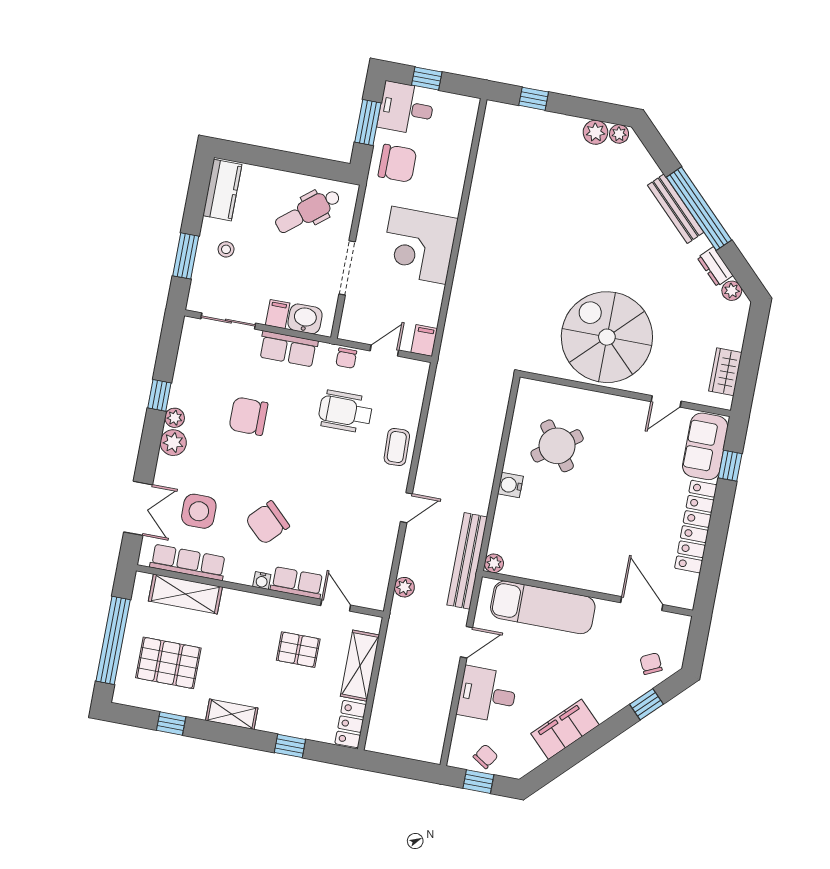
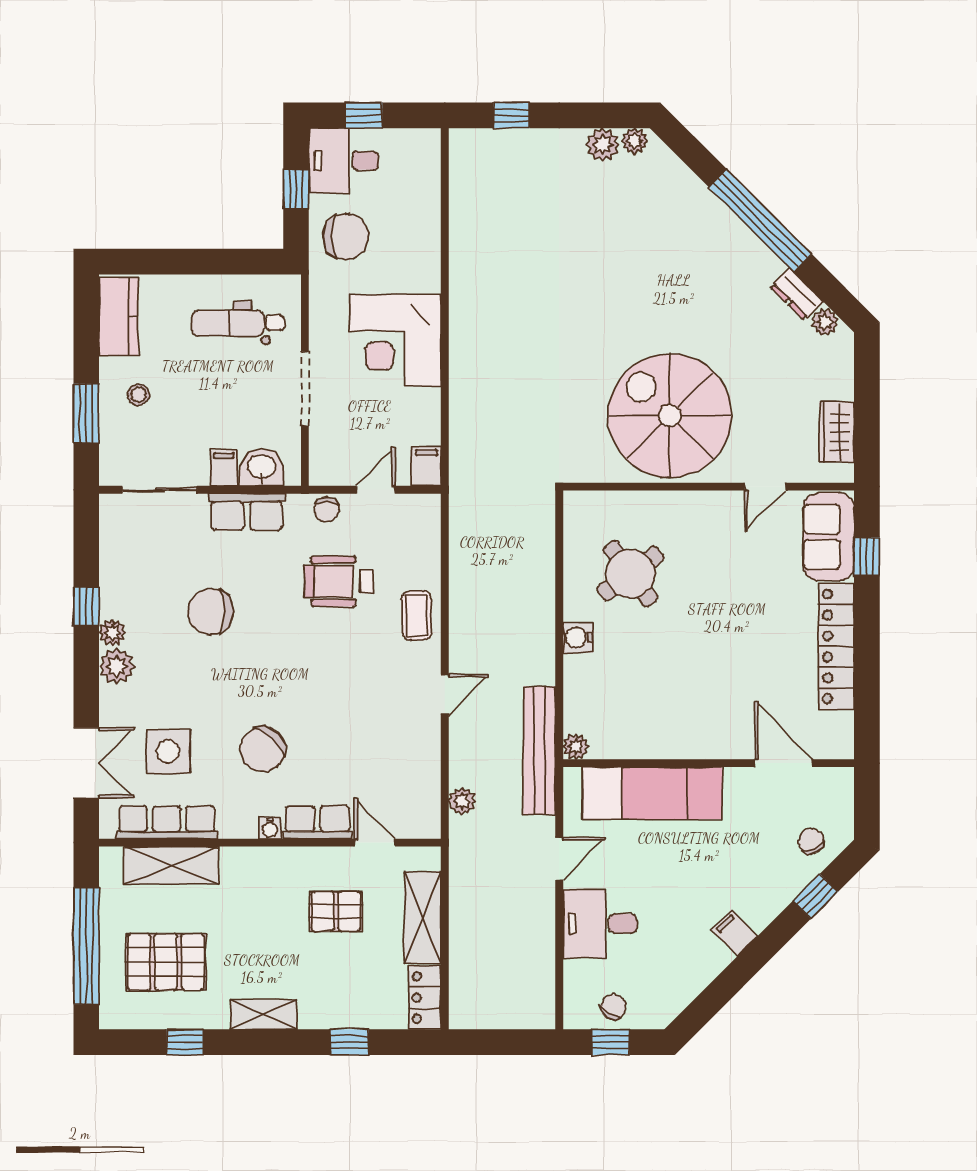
window: (368, 123) -> (296, 189), width x0.67
bench: (676, 209) -> (729, 227), removed
dental chair: (308, 211) -> (238, 323), turned 39
filing cabinet: (565, 729) -> (735, 933), width x0.33, depth x0.86

